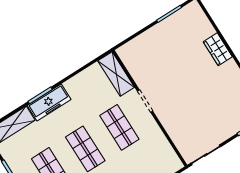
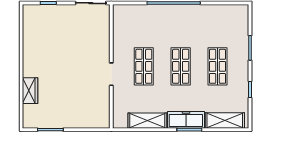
wardrobe: (218, 49) -> (30, 91), moved
shelving: (116, 74) -> (147, 121), moved, turned 90

